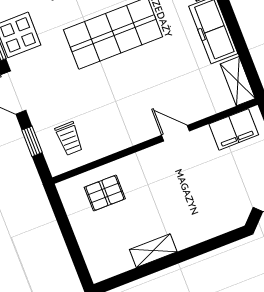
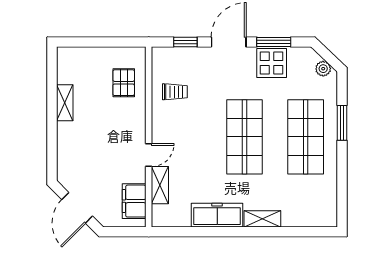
shelving: (238, 81) -> (160, 185), moved, turned 90
trolley: (69, 139) -> (175, 92), moved, turned 180

